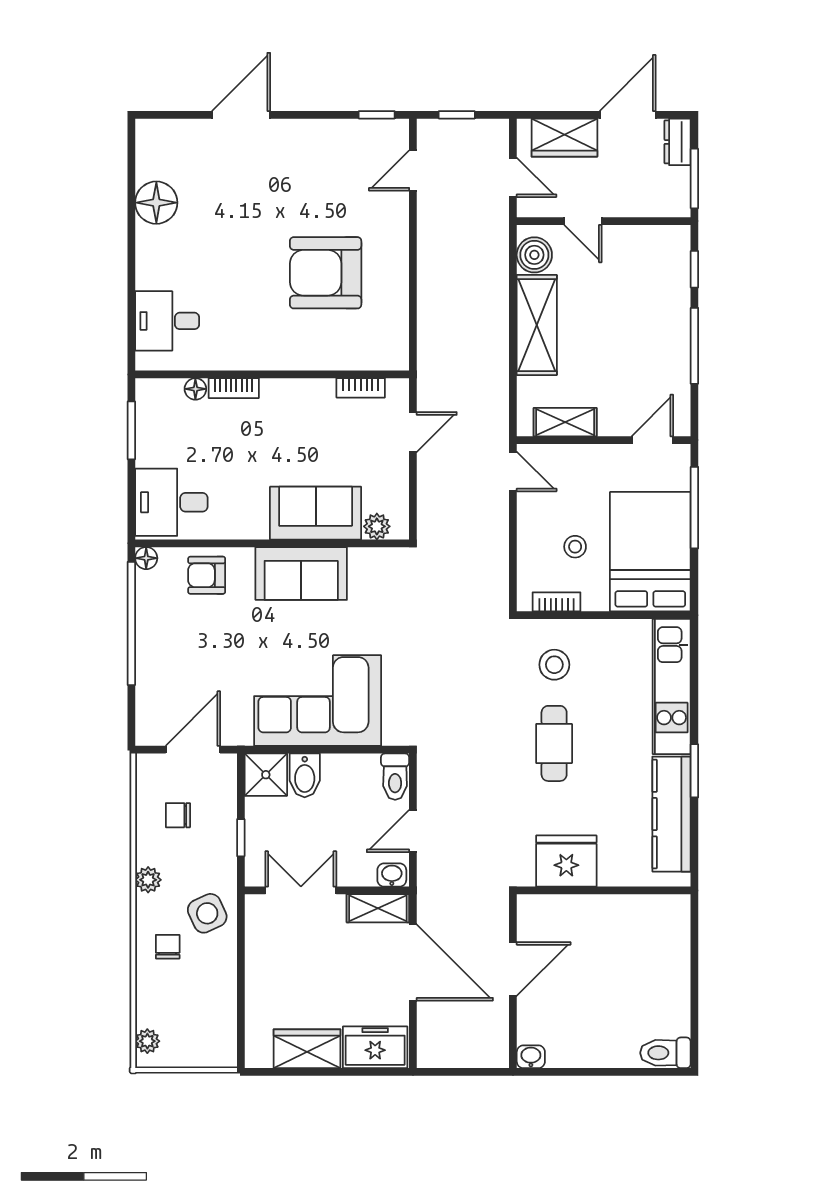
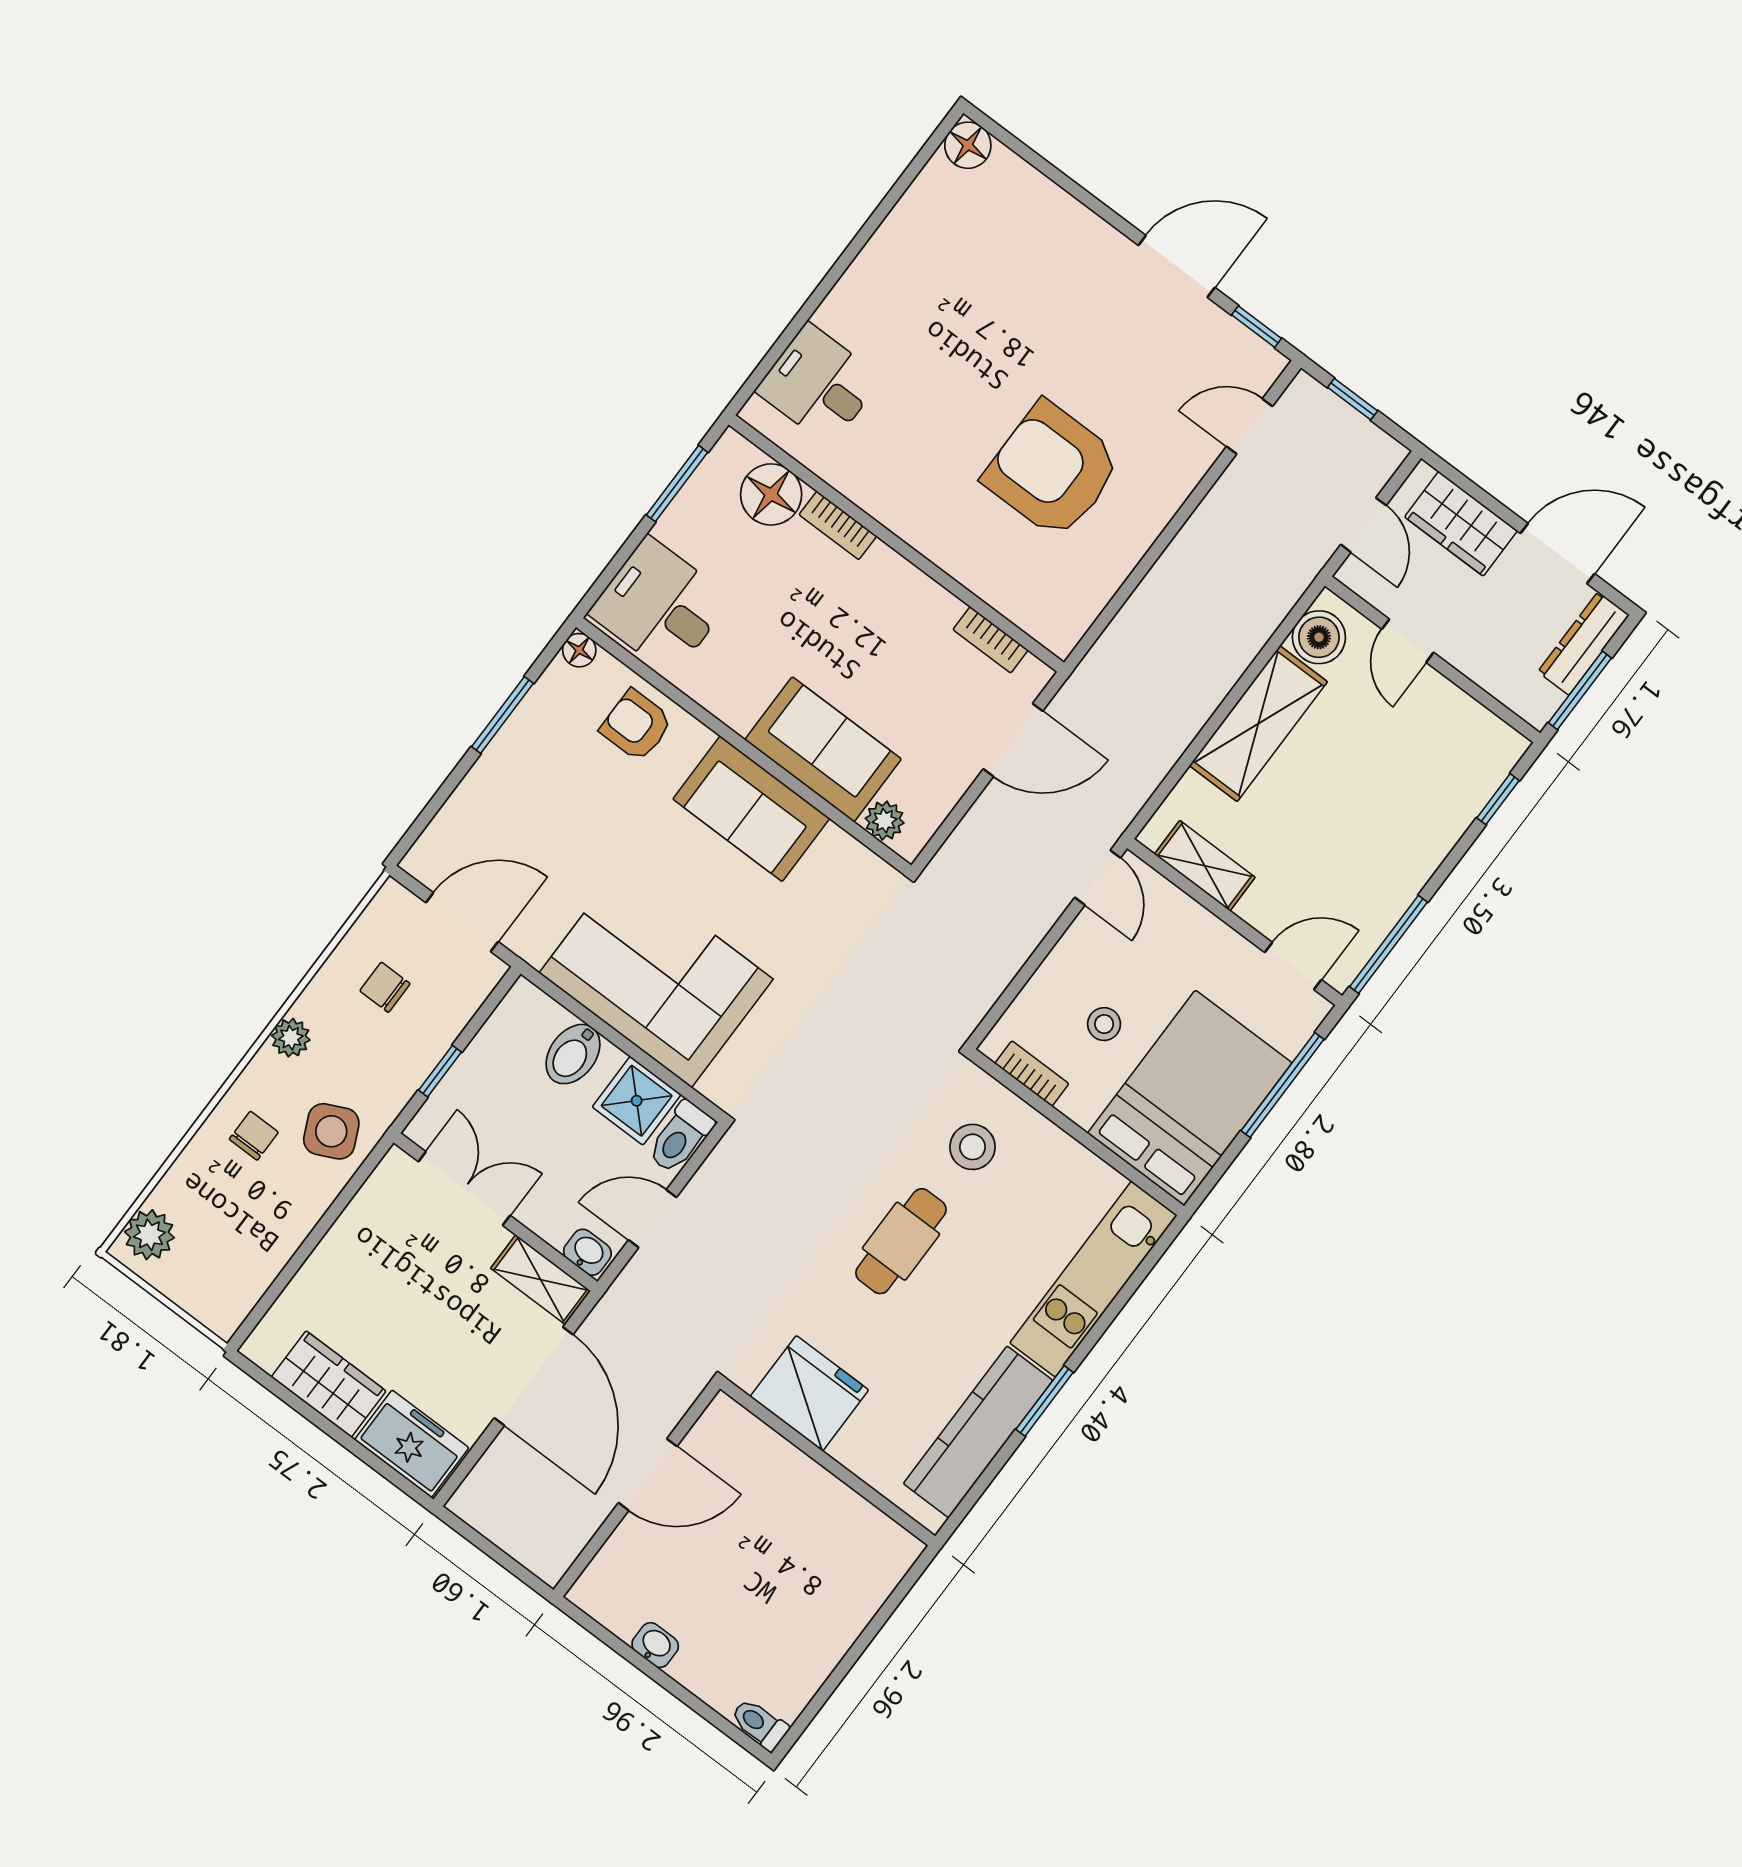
door: (241, 115) -> (1177, 266), moved
dresser: (677, 142) -> (1584, 643), width x1.44
floor lamp: (156, 203) -> (968, 145), moved, width x0.73, depth x0.73
window: (694, 346) -> (1388, 944), moved
floor lamp: (195, 389) -> (771, 494), width x1.89, depth x1.89
door: (413, 432) -> (1013, 740), width x1.38
window: (131, 623) -> (502, 715), width x0.47
shower: (266, 775) -> (637, 1101), moved
plant: (147, 1041) -> (149, 1235), width x1.38, depth x1.38
toilet: (665, 1053) -> (760, 1724), width x0.73, depth x0.72
washbasin: (531, 1057) -> (655, 1645), moved

